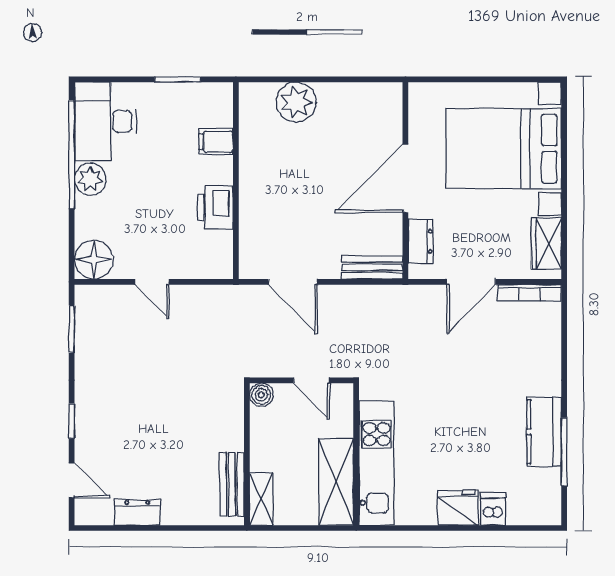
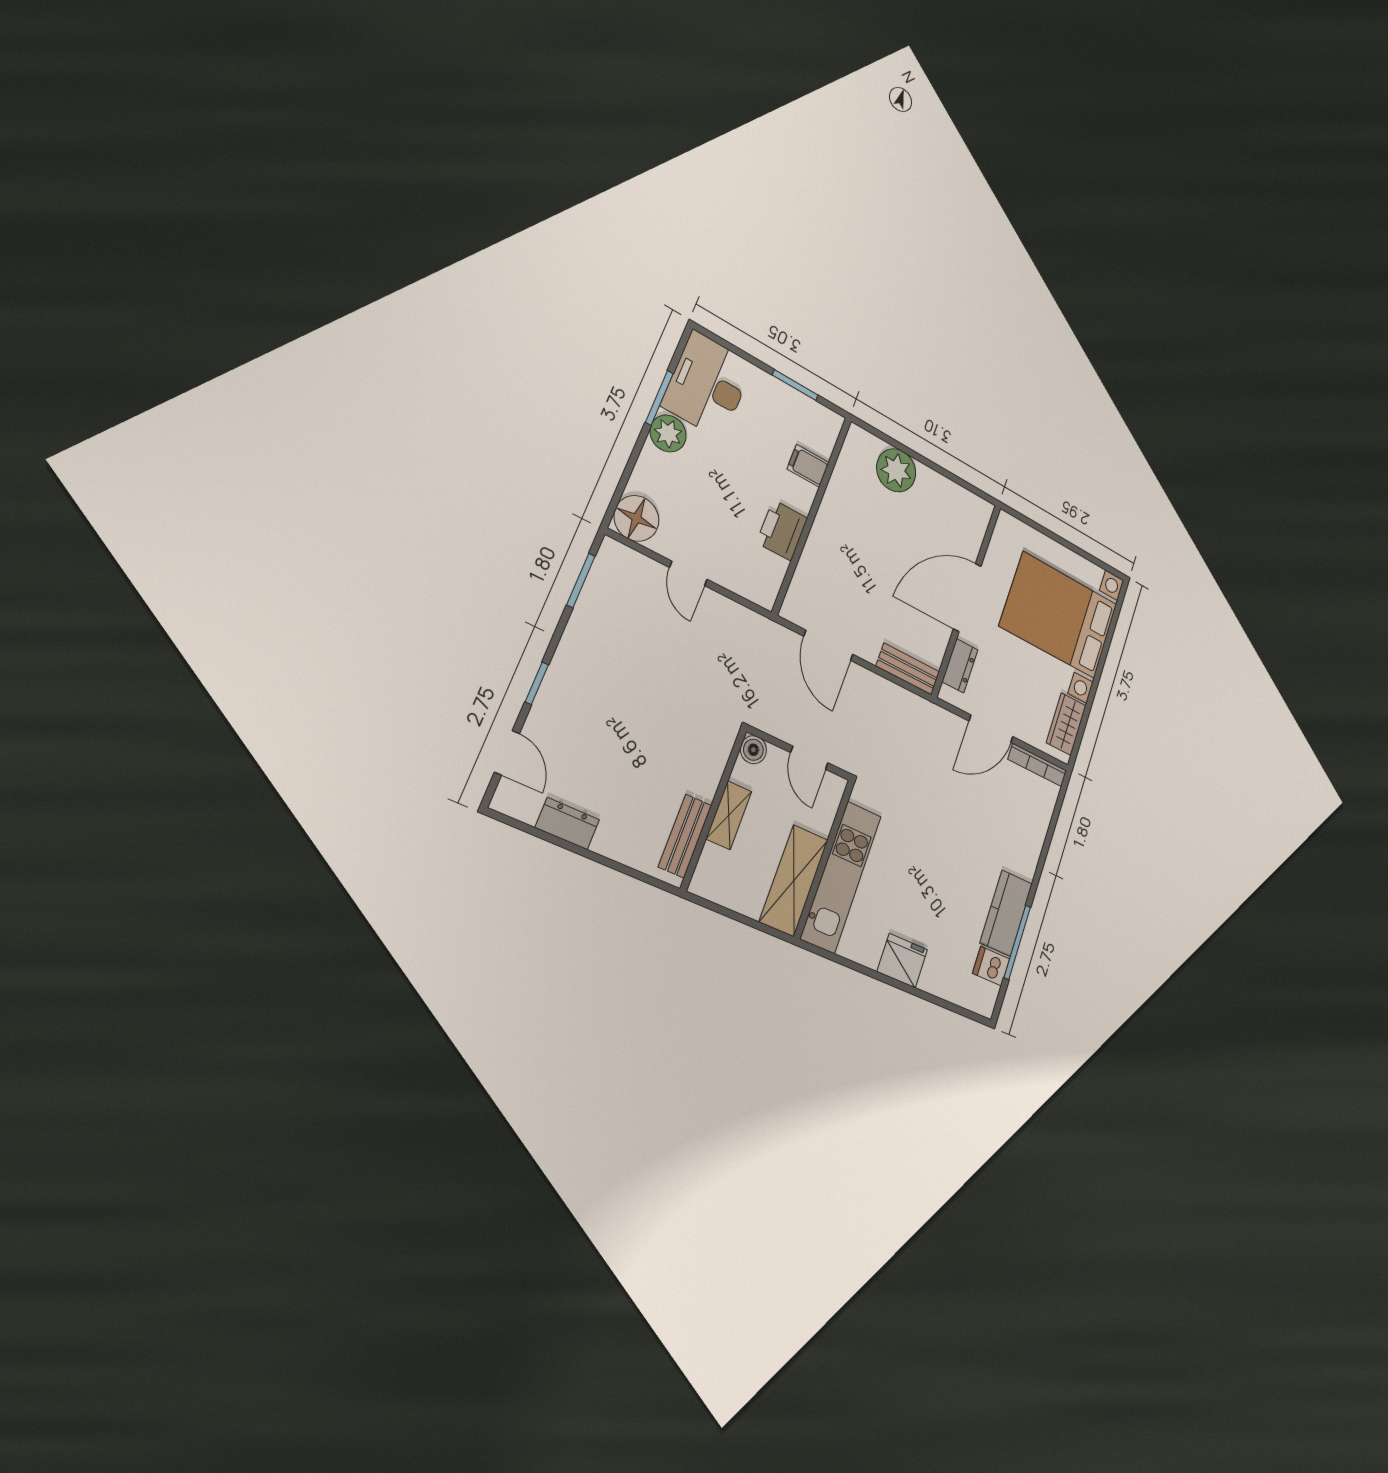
window: (72, 154) -> (659, 398), width x0.47
shelving: (261, 499) -> (729, 815), moved
dishwasher: (493, 509) -> (991, 966), moved, turned -90

